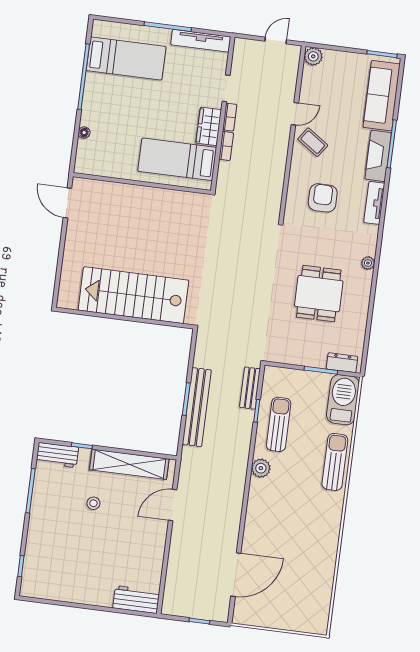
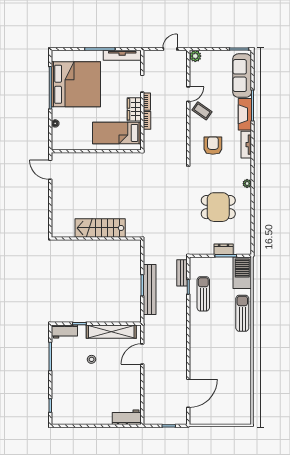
bed: (126, 59) -> (76, 84), width x2.04
dining table: (319, 294) -> (218, 207), turned 90
stairs: (133, 295) -> (100, 228), width x0.73, depth x0.66
dresser: (342, 363) -> (224, 249), moved
plant: (261, 468) -> (196, 323), removed

